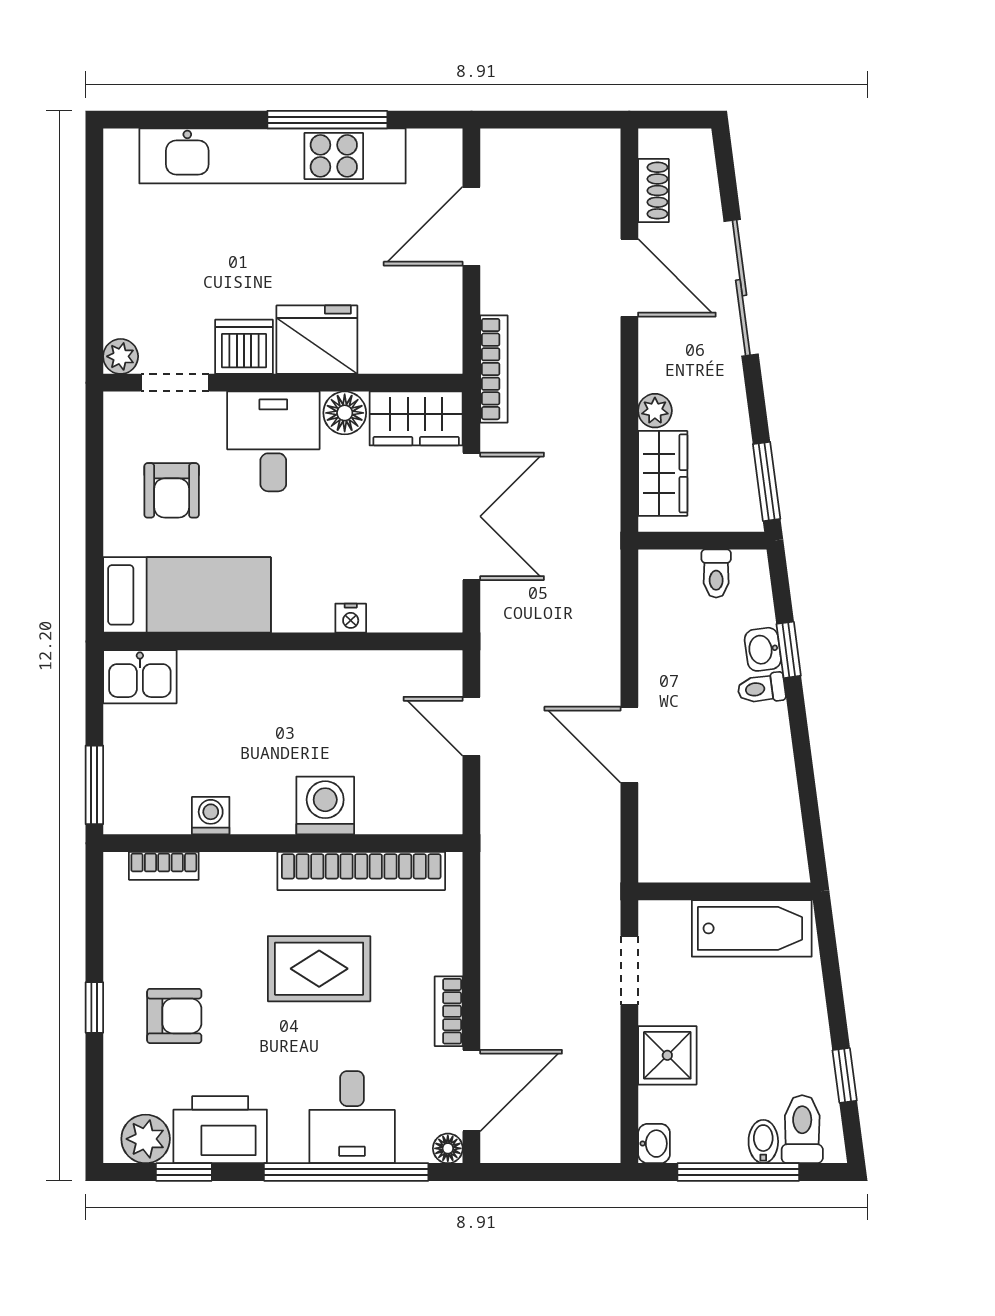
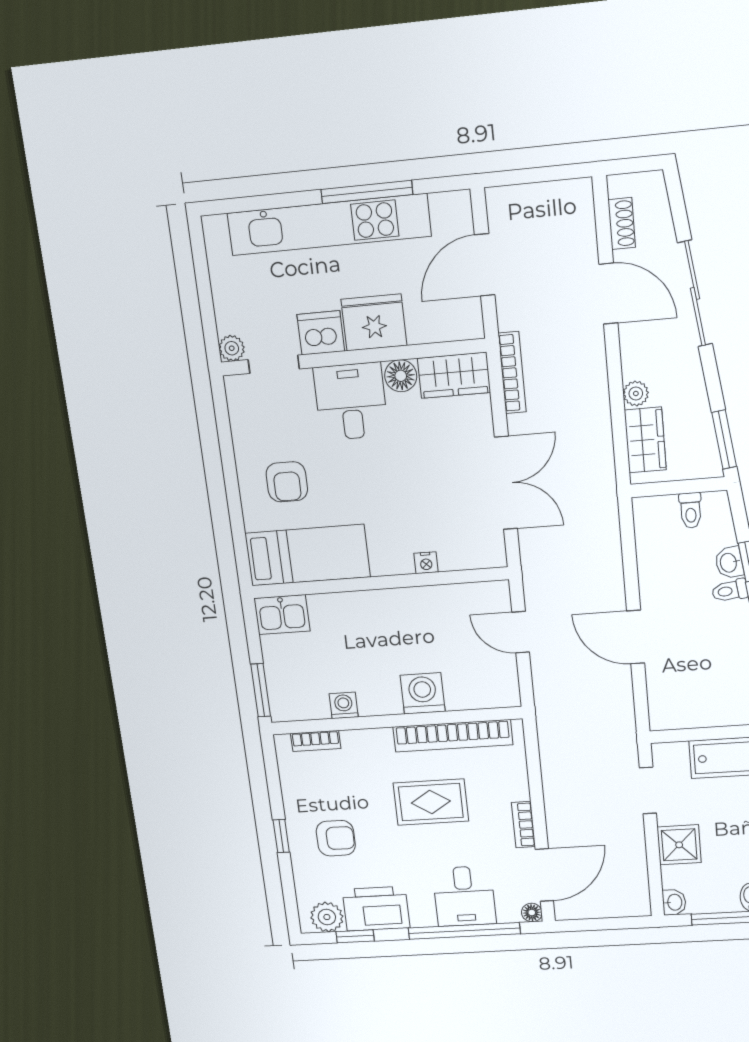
fridge: (317, 340) -> (374, 322), moved
dishwasher: (244, 347) -> (321, 333), moved
plant: (121, 356) -> (232, 348), moved
doorway: (175, 383) -> (274, 364), moved
wall: (283, 383) -> (353, 357), moved
floor lamp: (345, 413) -> (401, 376), moved
wardrobe: (416, 418) -> (454, 375), moved
desk: (273, 441) -> (351, 402), moved

